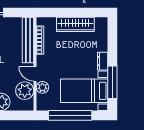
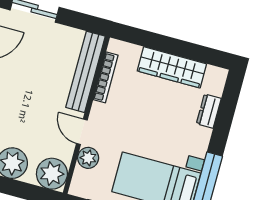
dresser: (103, 61) -> (209, 111), moved
plant: (25, 91) -> (52, 174), moved

